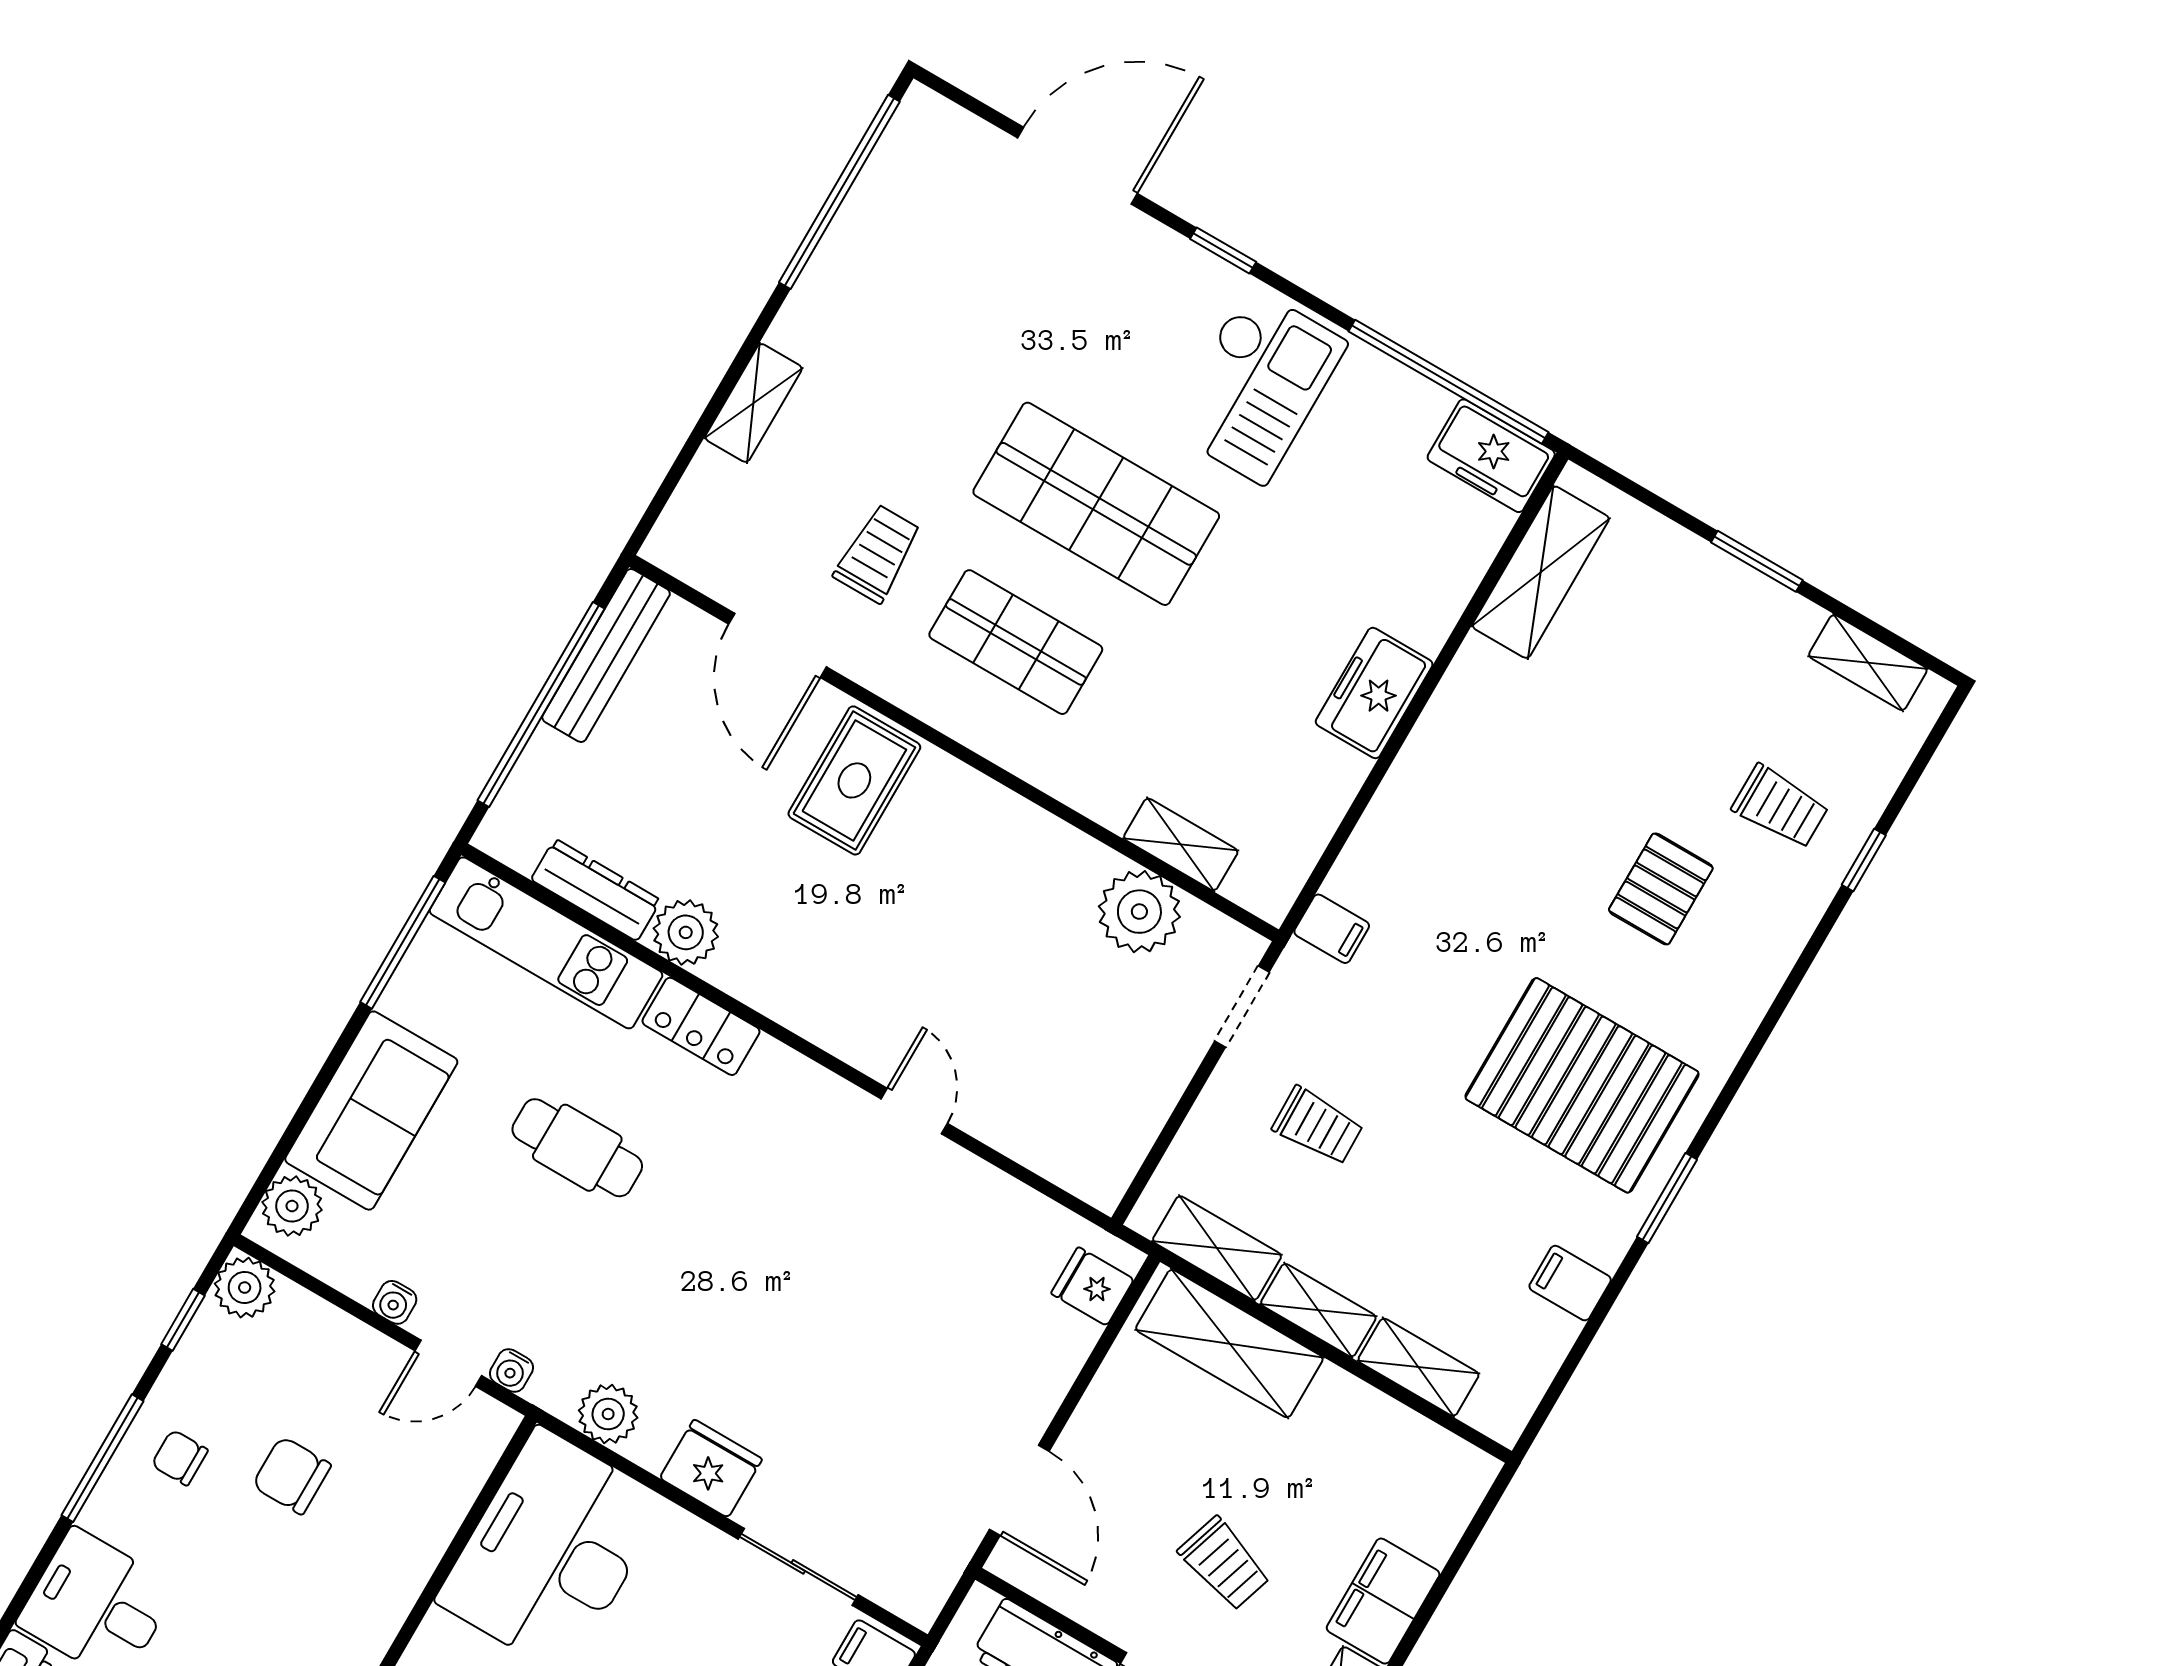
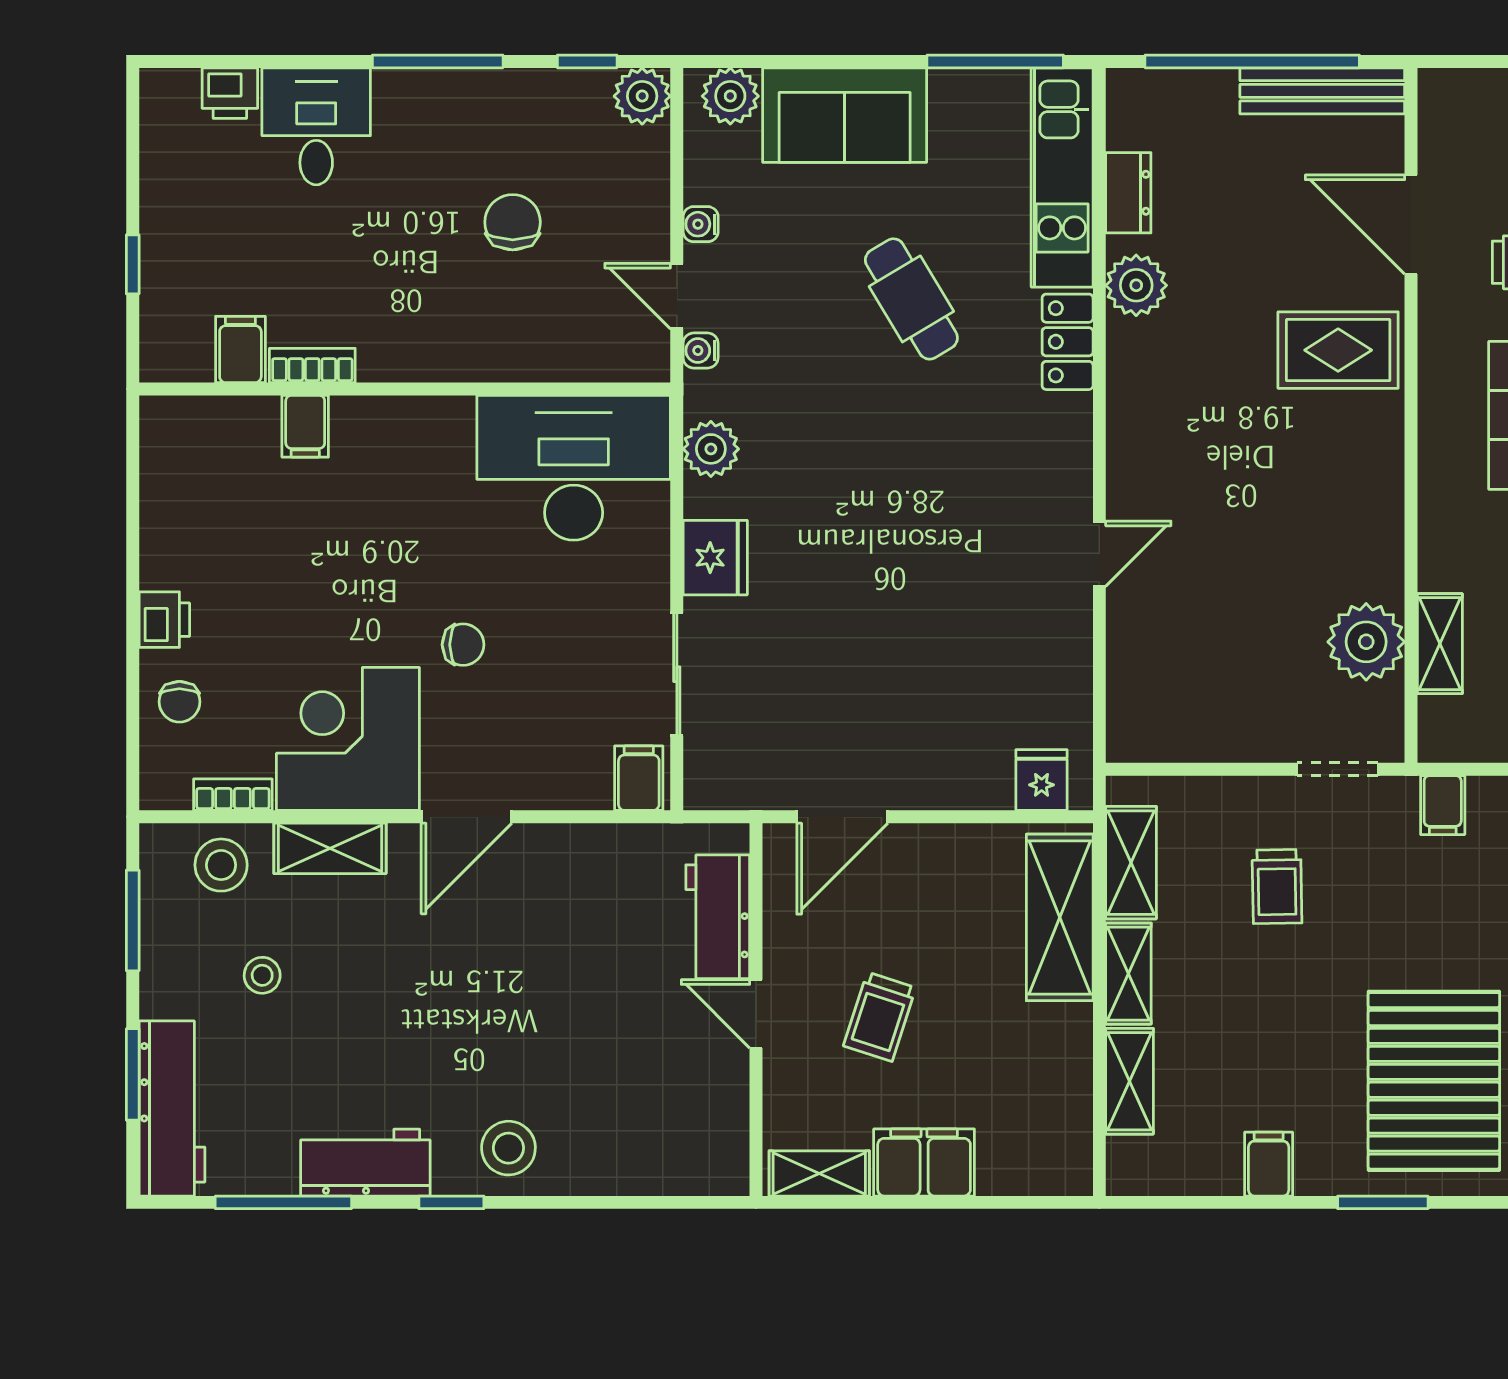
door: (778, 645) -> (1411, 225), hinge flipped
dresser: (596, 890) -> (1128, 193), width x0.70
cafe table: (577, 1148) -> (911, 299), turned -31
chair: (180, 1458) -> (474, 123), removed

